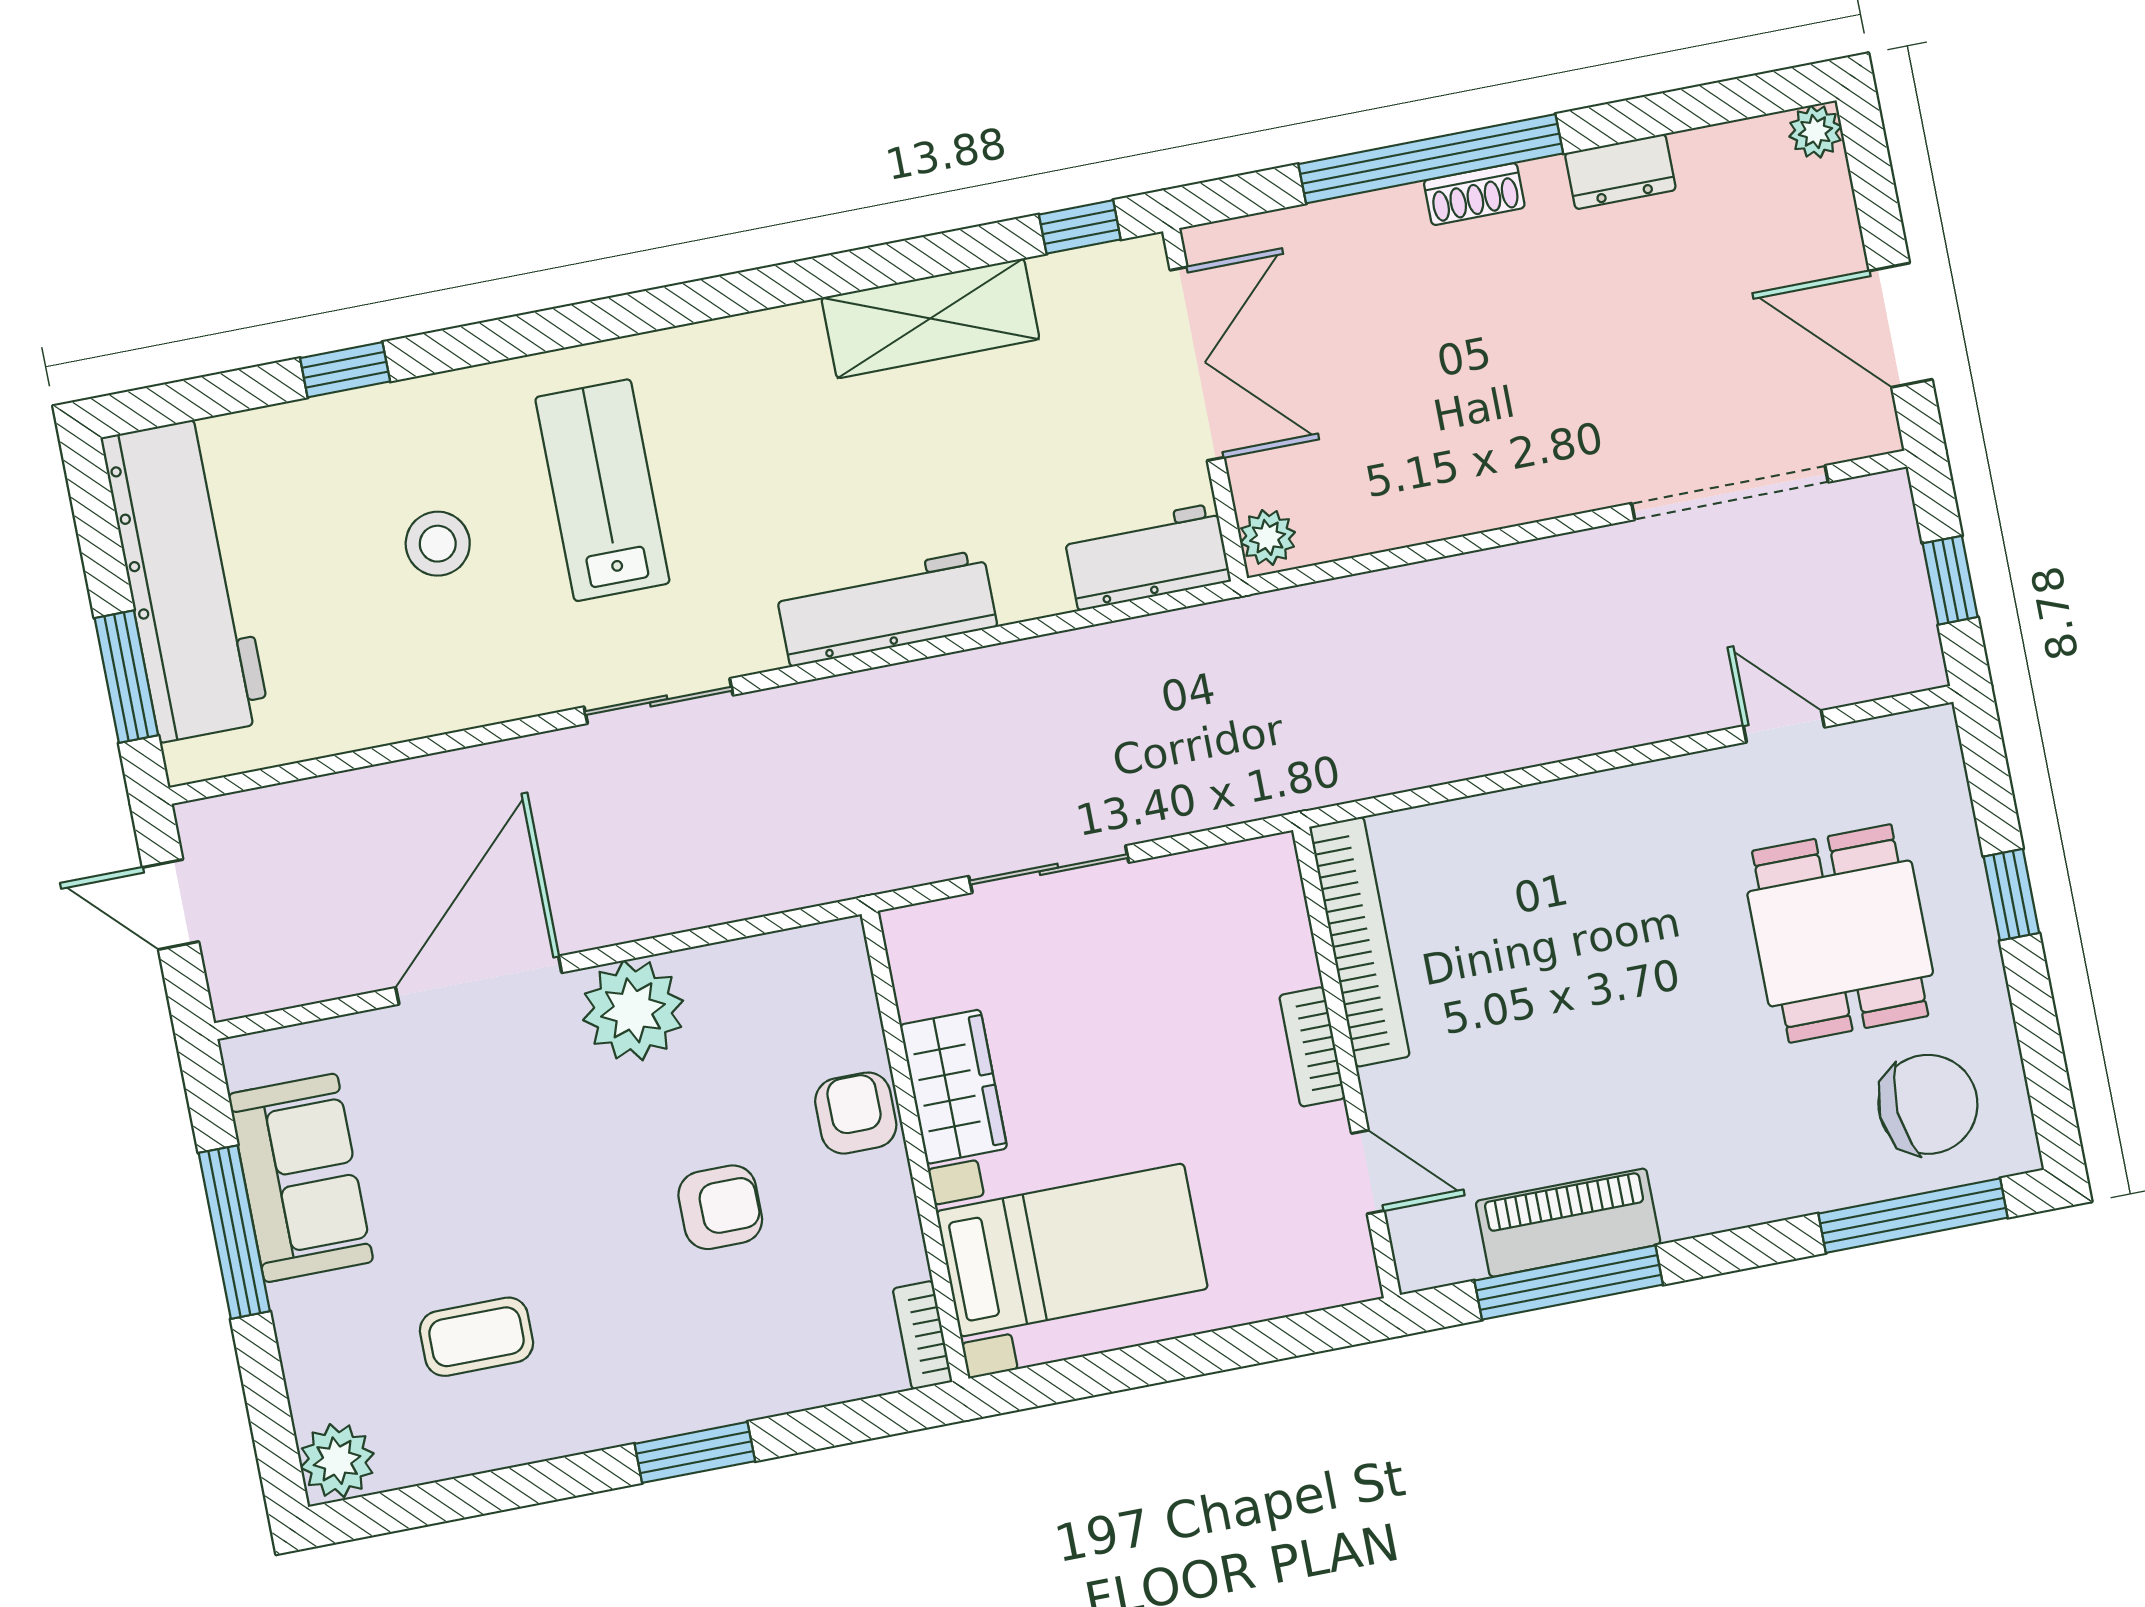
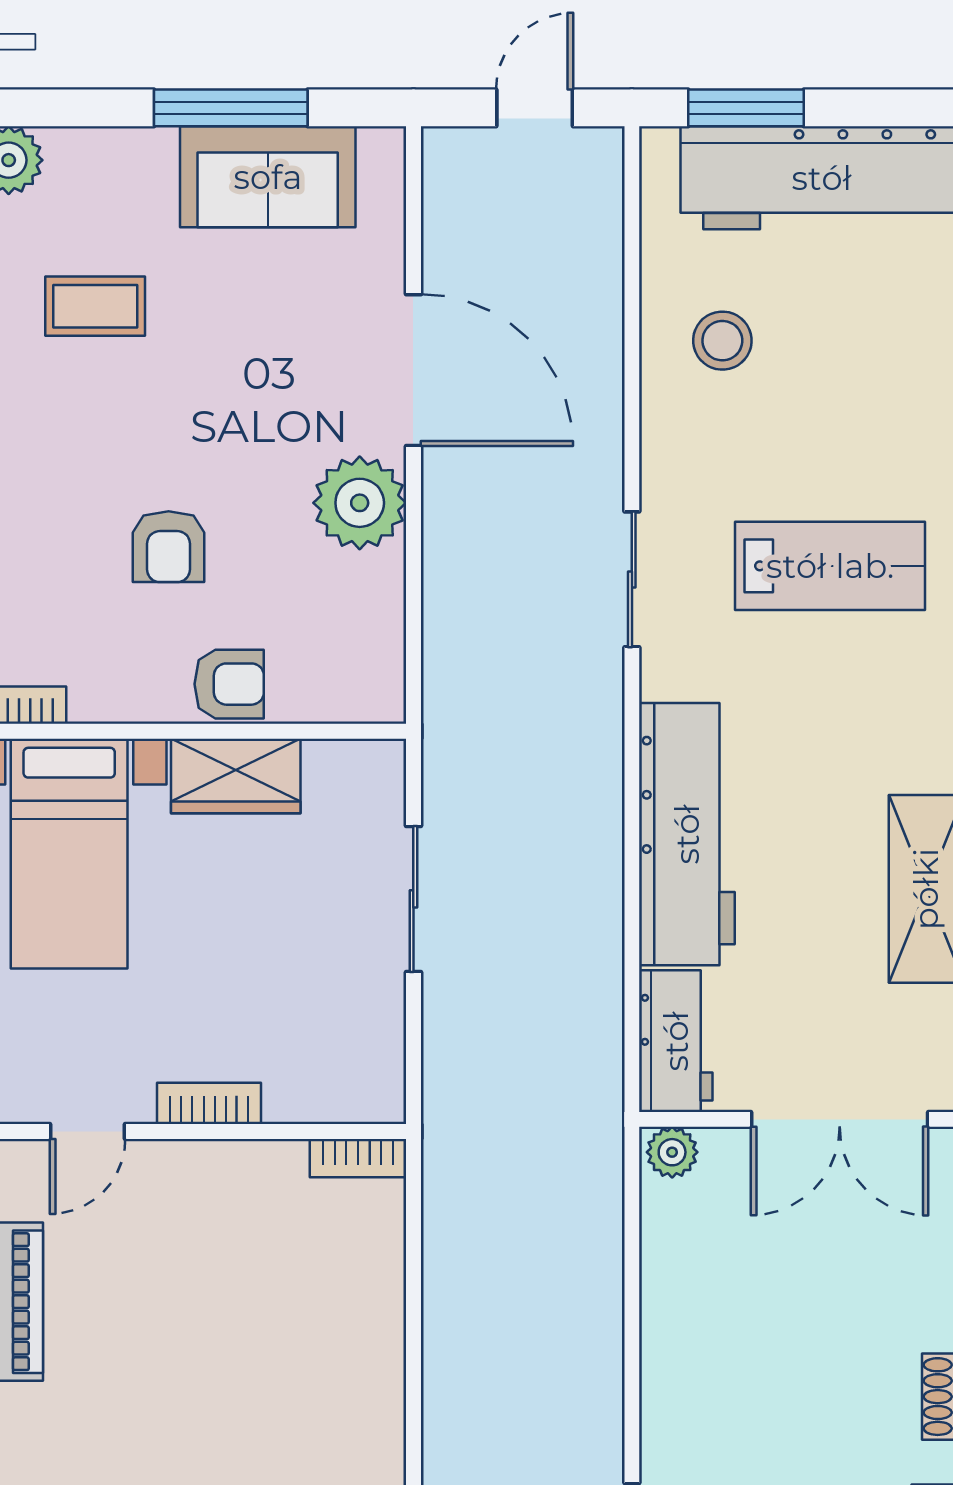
stool: (438, 544) -> (722, 341), moved
workbench: (886, 608) -> (687, 834), width x1.36, depth x1.32
bookcase: (1359, 942) -> (358, 1158), width x0.43, depth x0.76
coffee table: (476, 1337) -> (95, 306), turned 90

